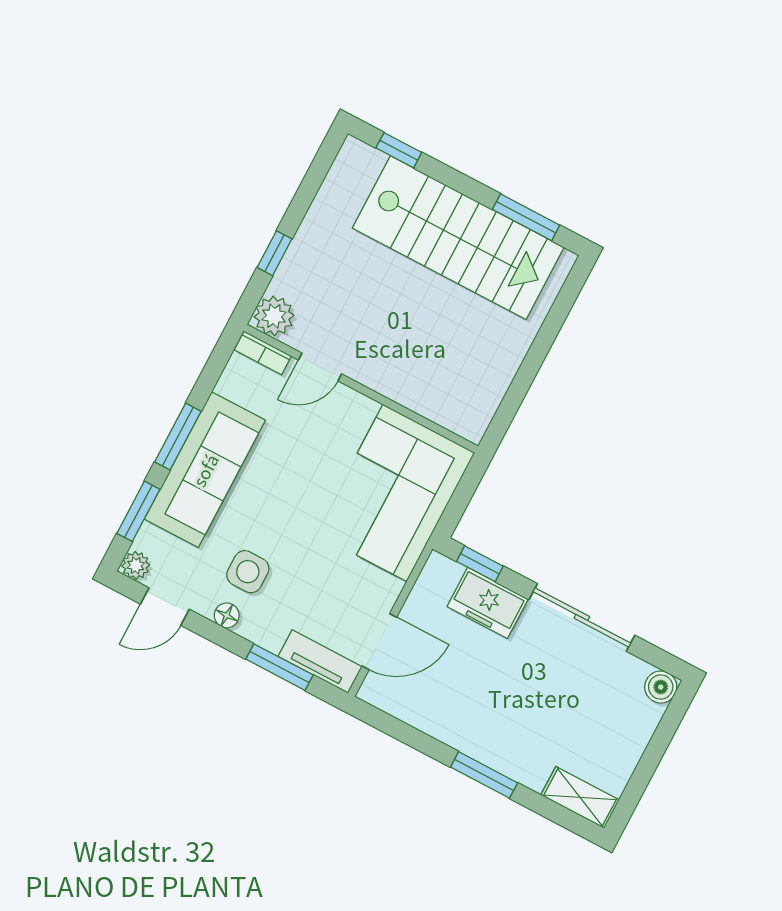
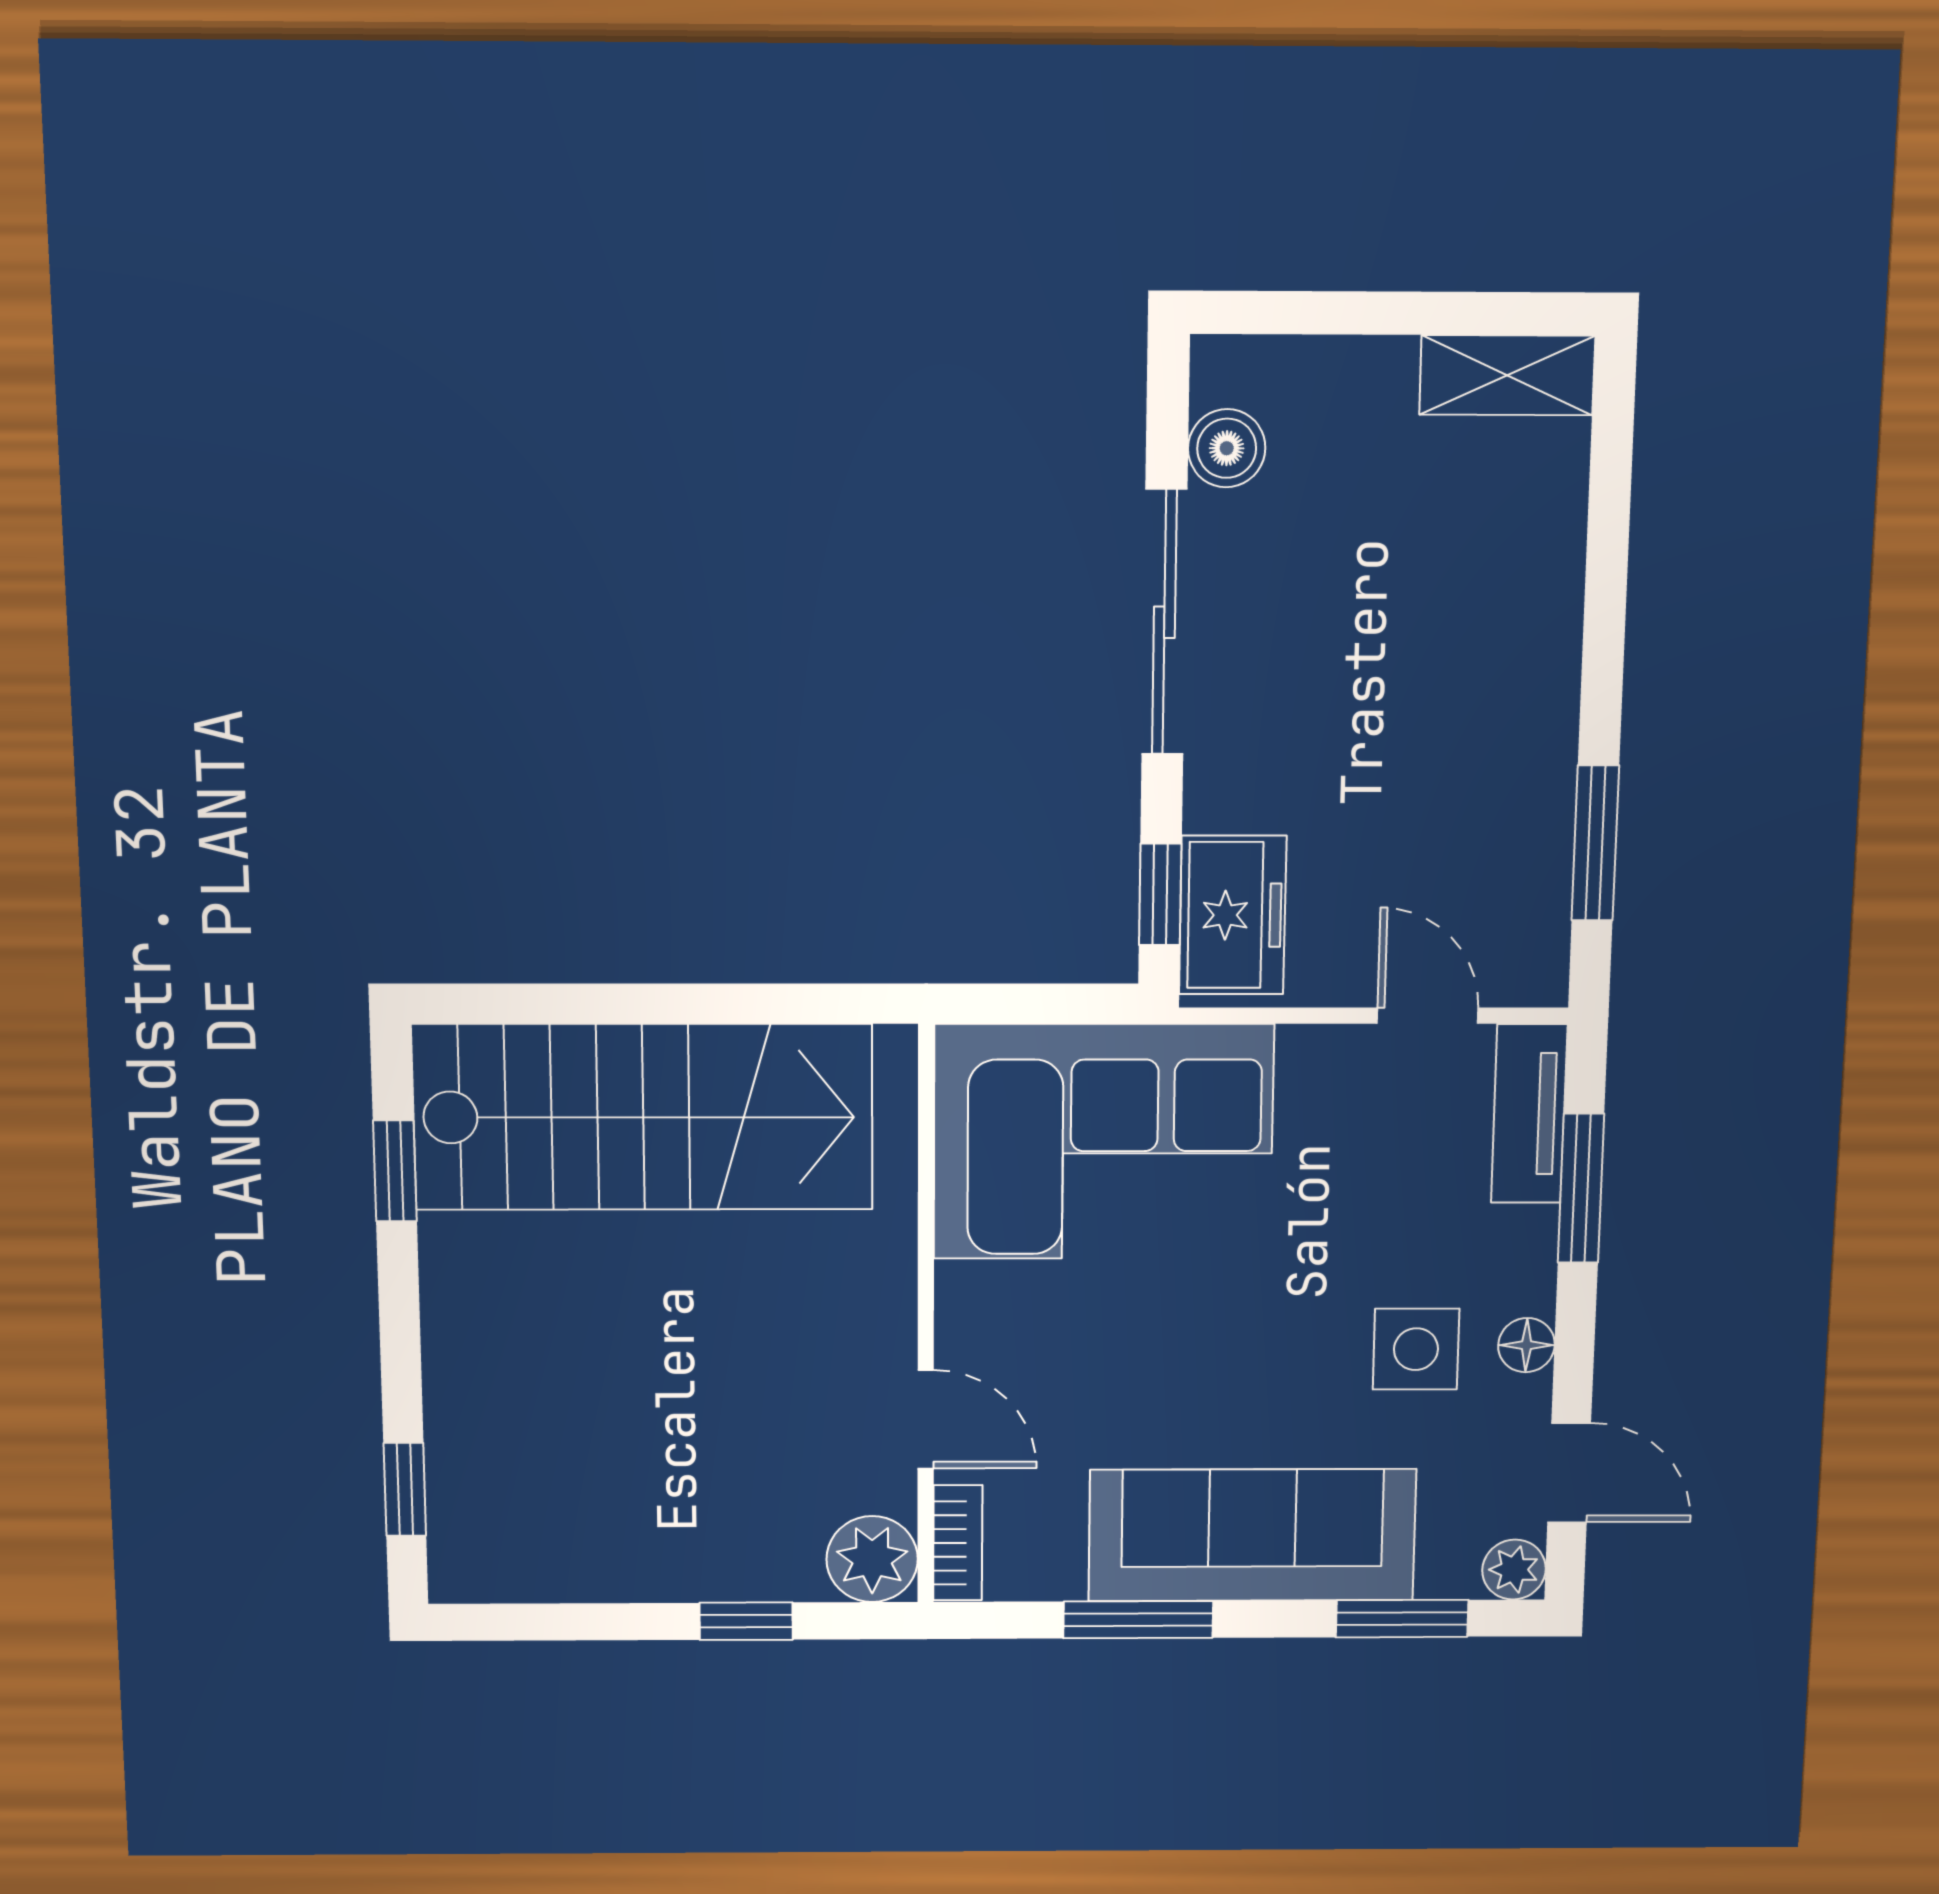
window: (526, 217) -> (395, 1171), width x0.67
stairs: (458, 238) -> (643, 1117), moved, turned 90
window: (178, 437) -> (1138, 1620), moved
freezer: (488, 603) -> (1233, 915), moved
door: (379, 642) -> (1428, 1016), width x0.73
boiler: (661, 687) -> (1227, 448), moved
window: (484, 775) -> (1595, 843), moved
shelving: (580, 797) -> (1507, 375), moved, turned 90

